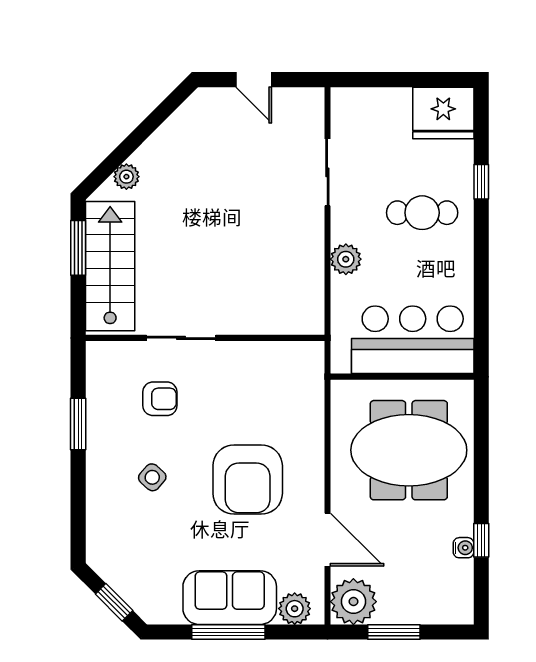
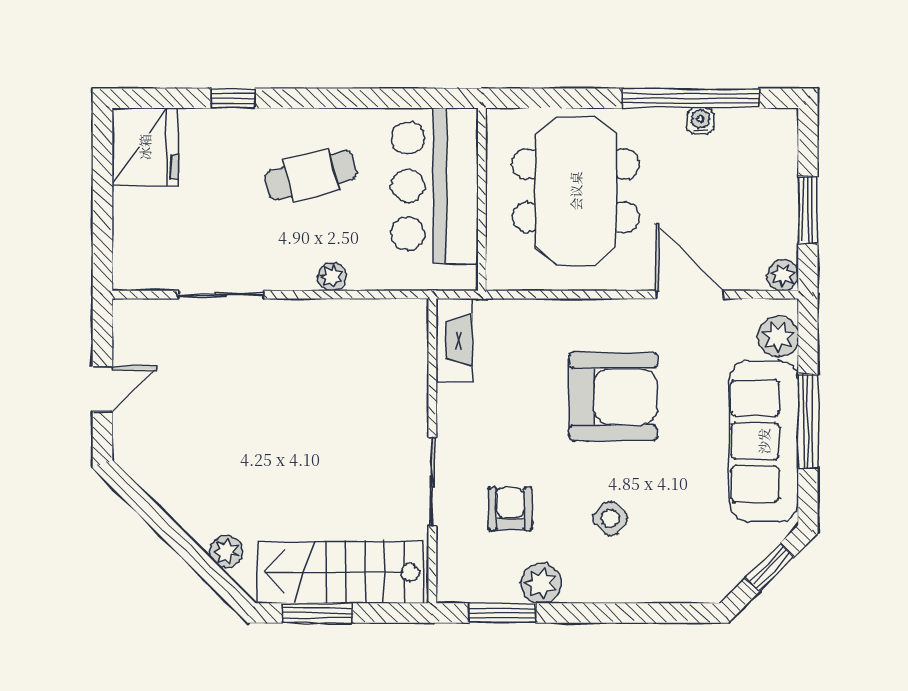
cafe table: (422, 213) -> (311, 175), moved, turned 75
plant: (346, 259) -> (332, 277), width x0.73, depth x0.73
fireplace: (292, 355) -> (454, 340), added
plant: (101, 423) -> (541, 583), added
window: (78, 424) -> (502, 613), moved
door: (327, 540) -> (690, 295), hinge flipped
window: (481, 540) -> (691, 98), width x3.17
sofa: (230, 598) -> (764, 441), width x1.36
plant: (353, 602) -> (783, 275), width x0.53, depth x0.53

